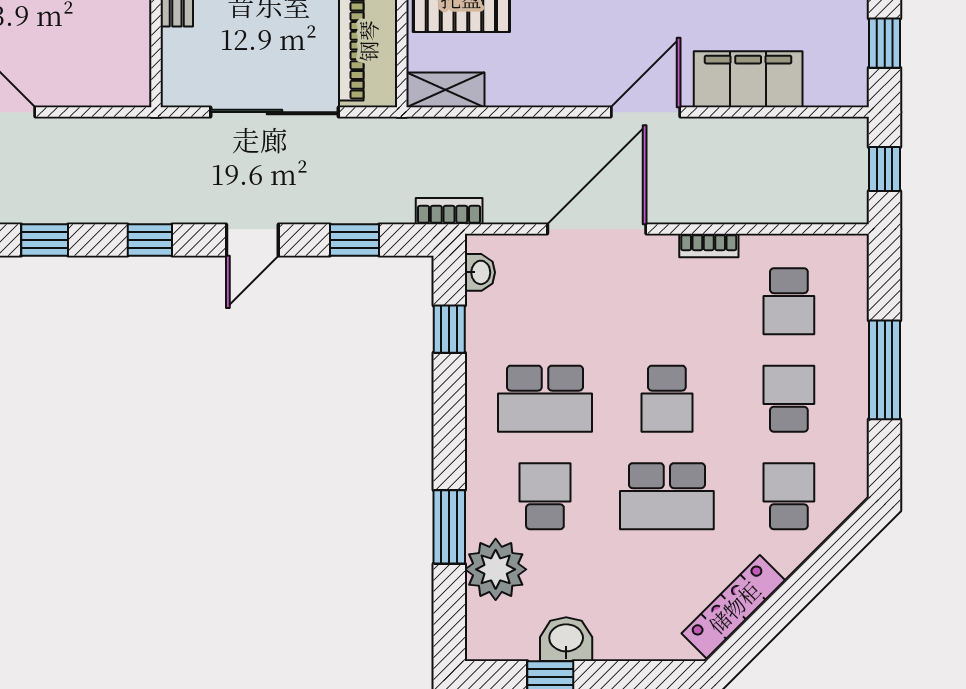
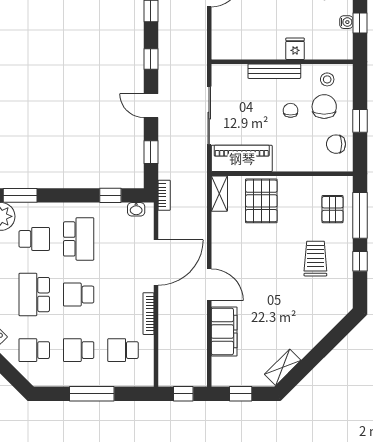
door: (597, 229) -> (156, 263), hinge flipped
bookcase: (709, 246) -> (148, 314), width x1.56
school desk: (545, 399) -> (79, 239), turned 180
school desk: (789, 399) -> (79, 350), turned 180
school desk: (789, 496) -> (34, 350), turned 180

